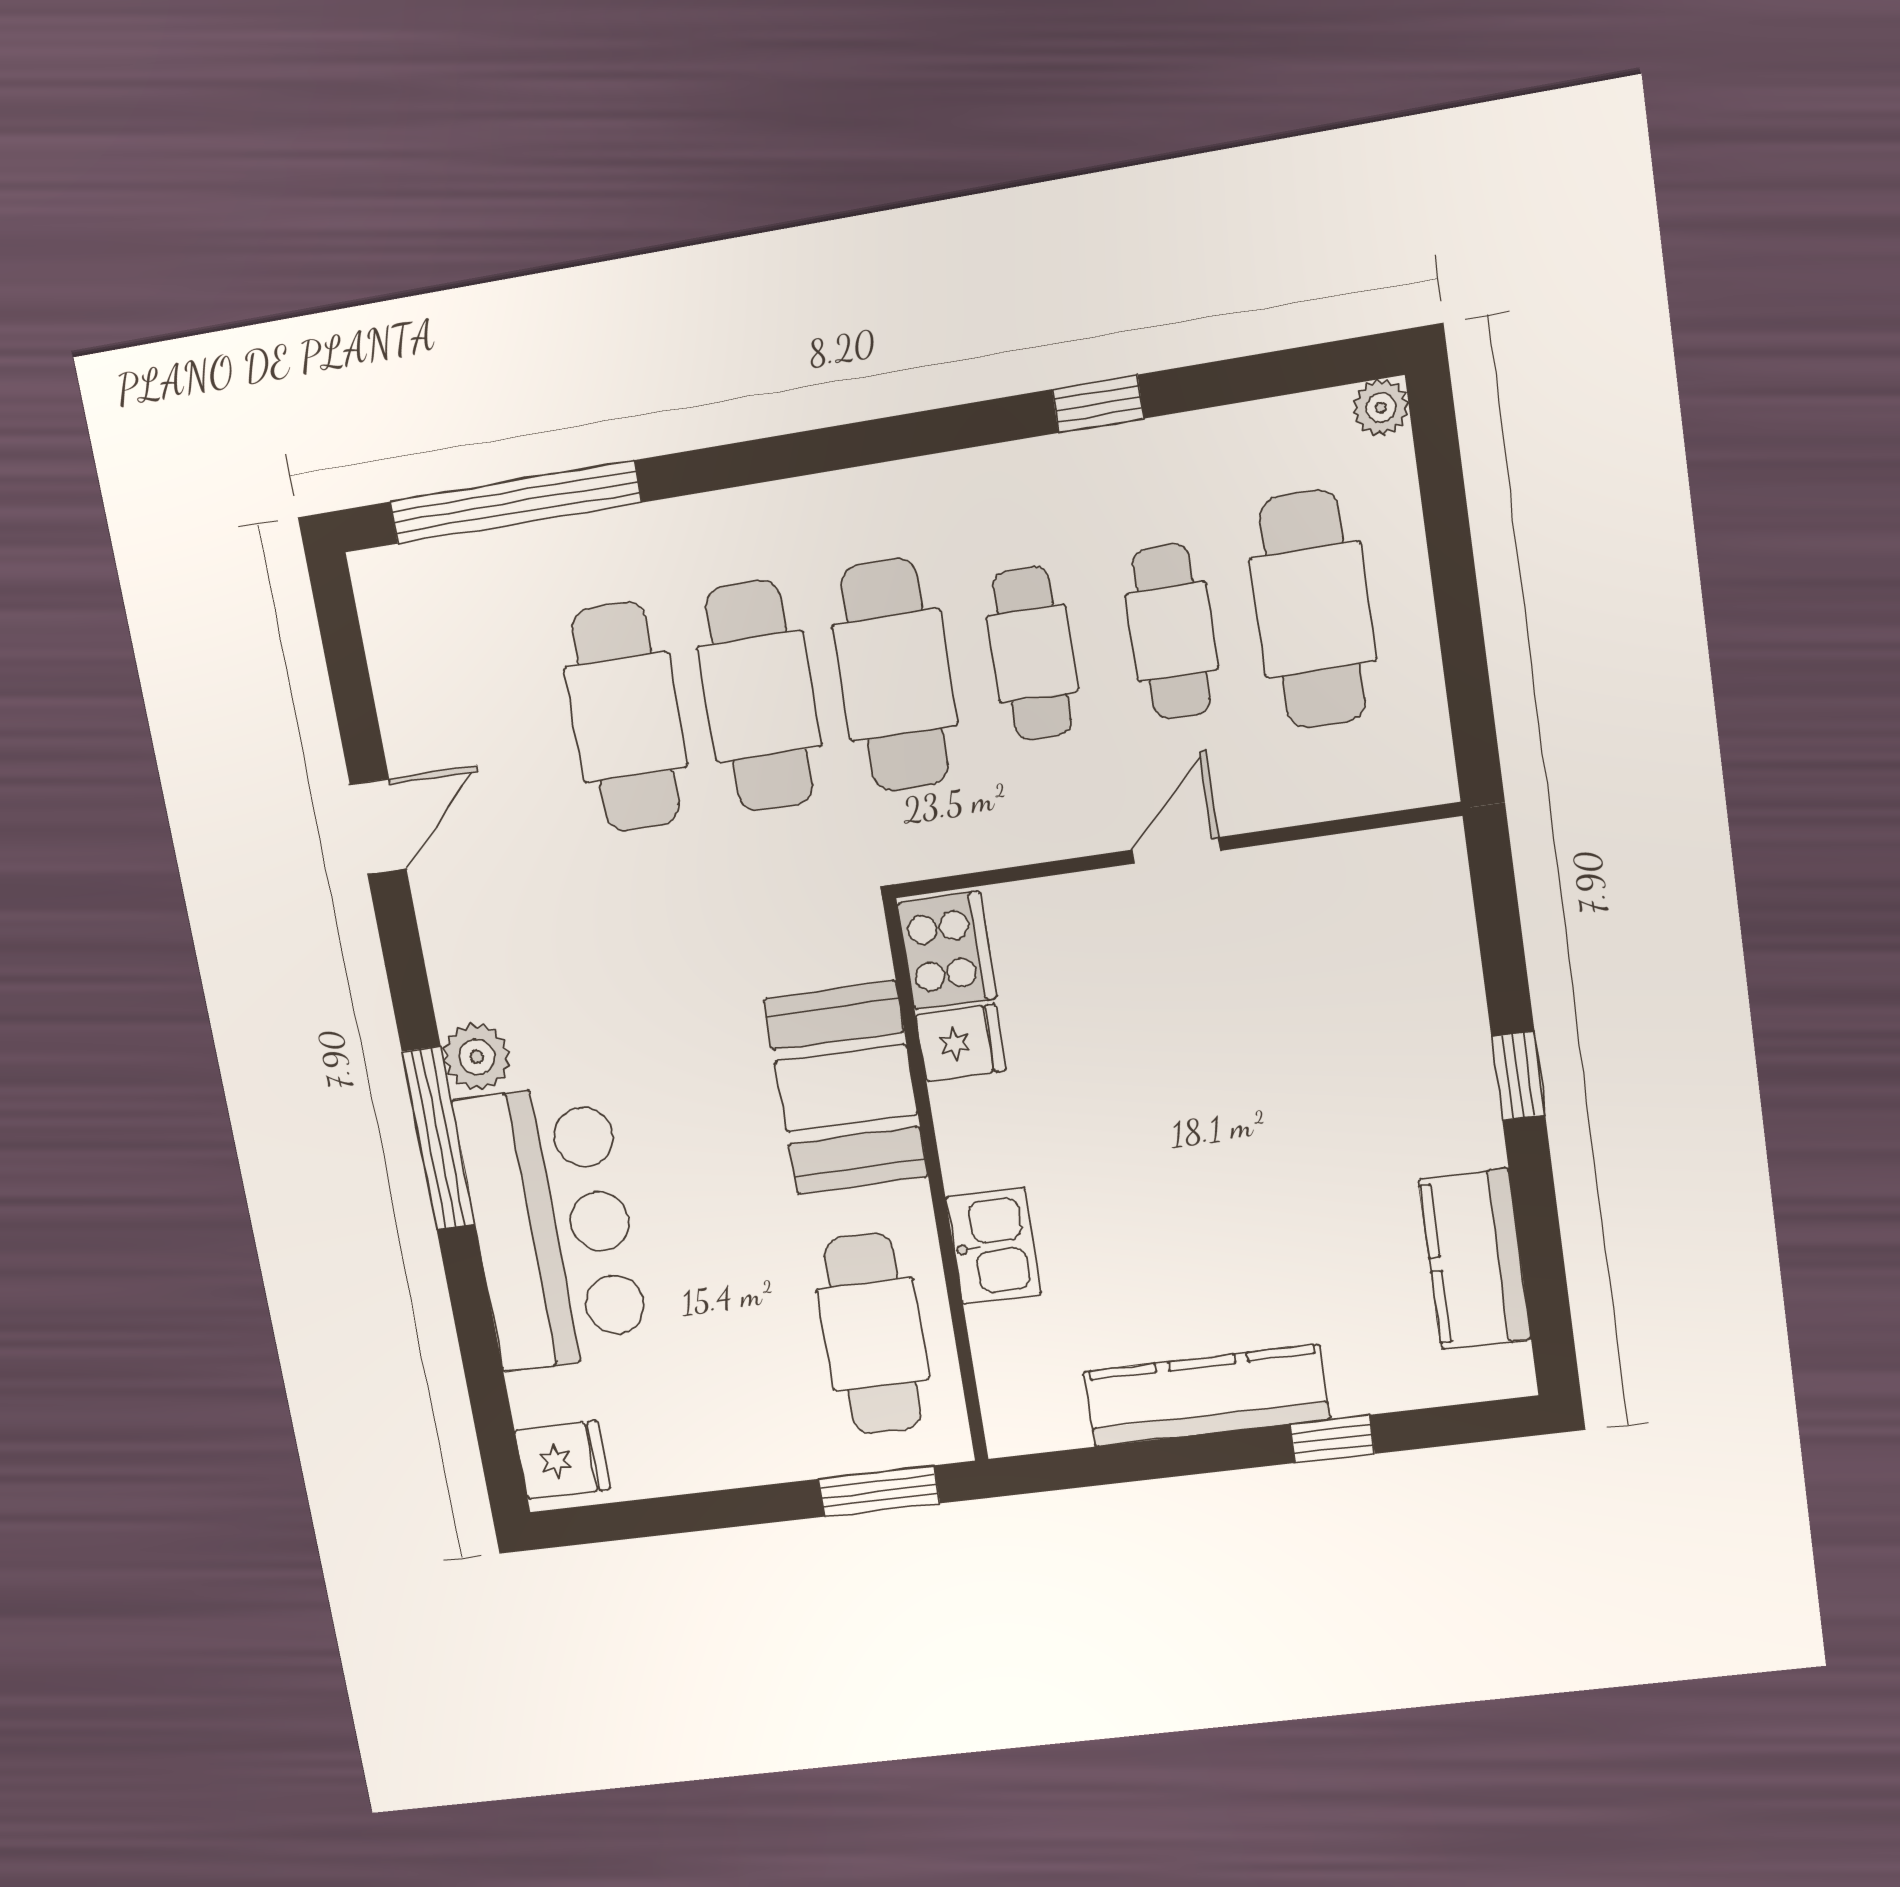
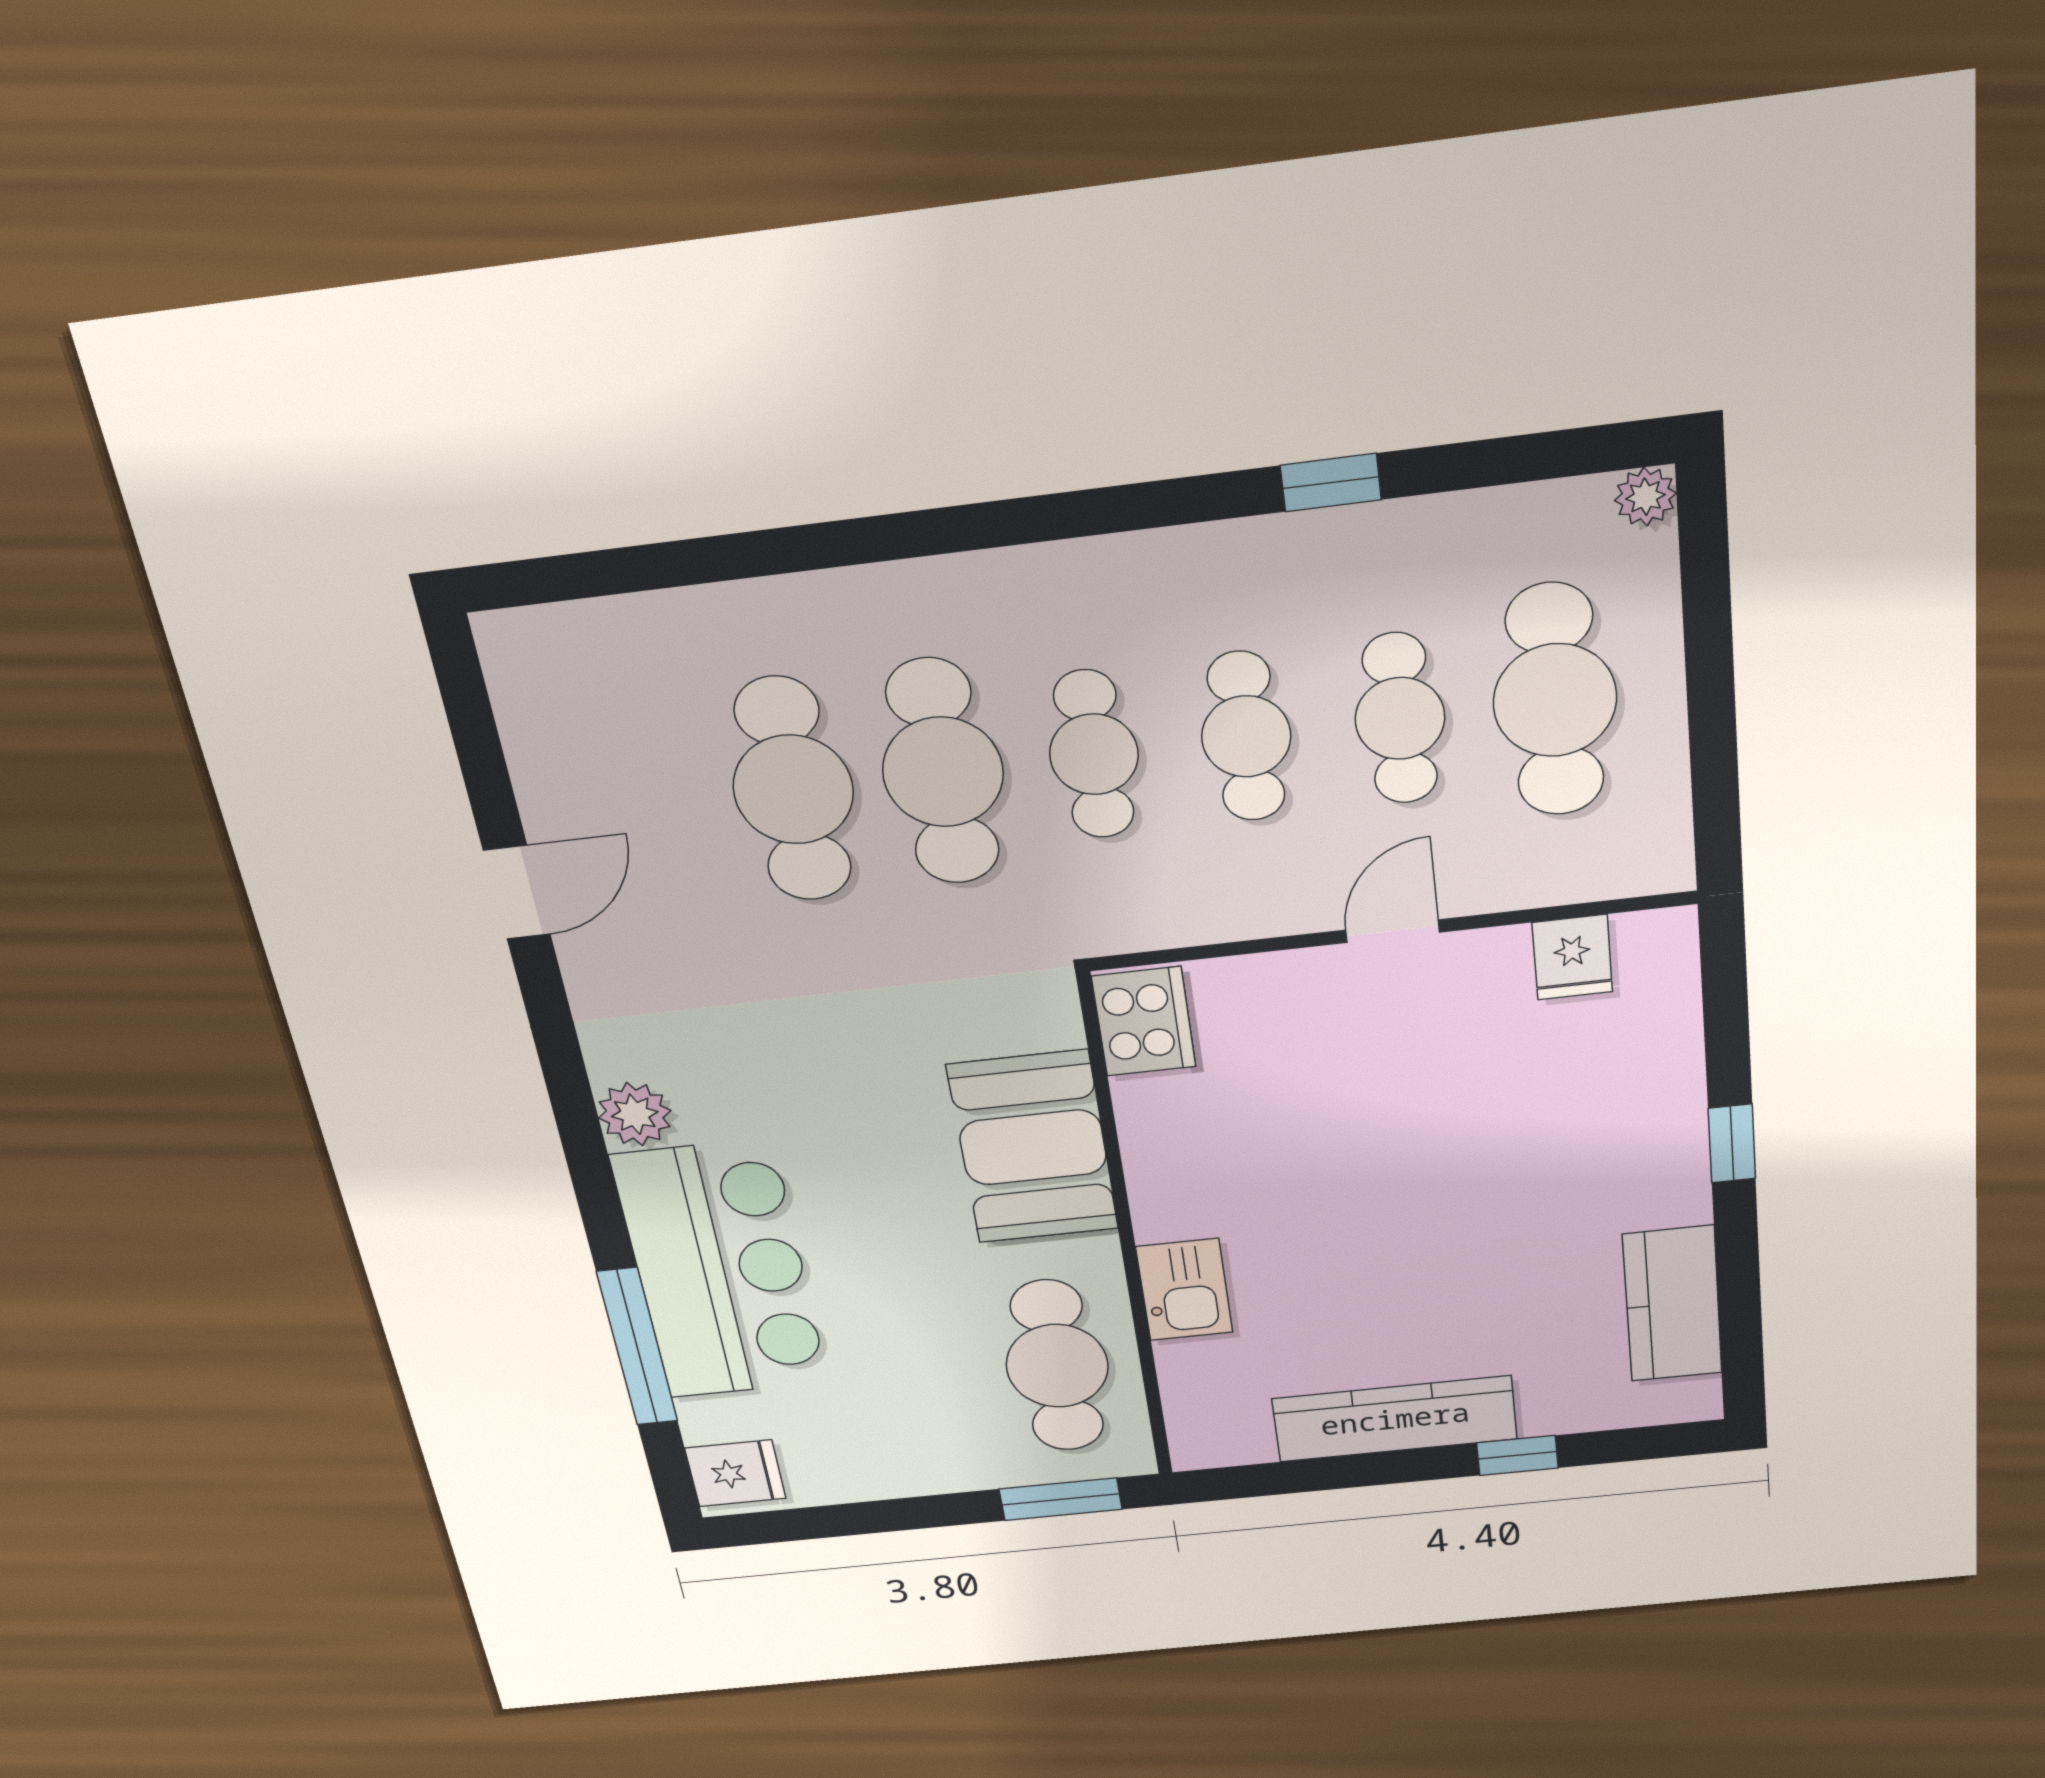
window: (515, 502) -> (663, 566), removed
cafe table: (895, 675) -> (1094, 754), width x0.73, depth x0.74
fridge: (961, 1043) -> (1572, 957), moved, turned 90
window: (438, 1138) -> (637, 1347), moved

